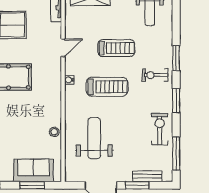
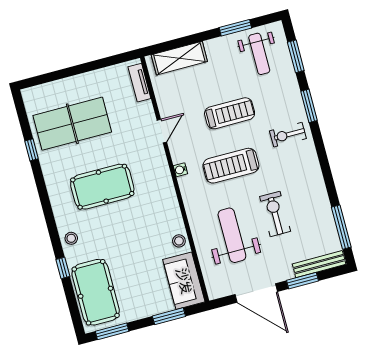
treadmill: (107, 87) -> (231, 166), turned 180
window: (176, 101) -> (296, 56), moved
exercise bike: (160, 129) -> (275, 214), moved
sofa: (34, 170) -> (184, 281), moved, turned -90
bench: (147, 176) -> (319, 264), width x1.36

